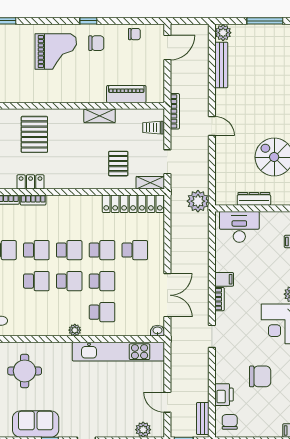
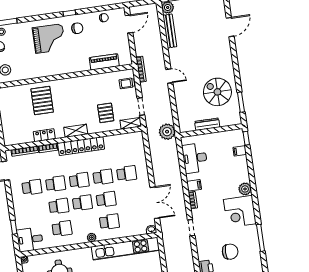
shelving: (100, 116) -> (76, 131), moved
locker: (133, 204) -> (81, 146), moved
desk: (239, 227) -> (195, 158), moved, turned -90
school desk: (36, 312) -> (62, 229), added

